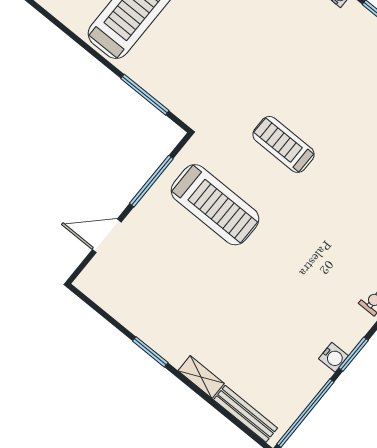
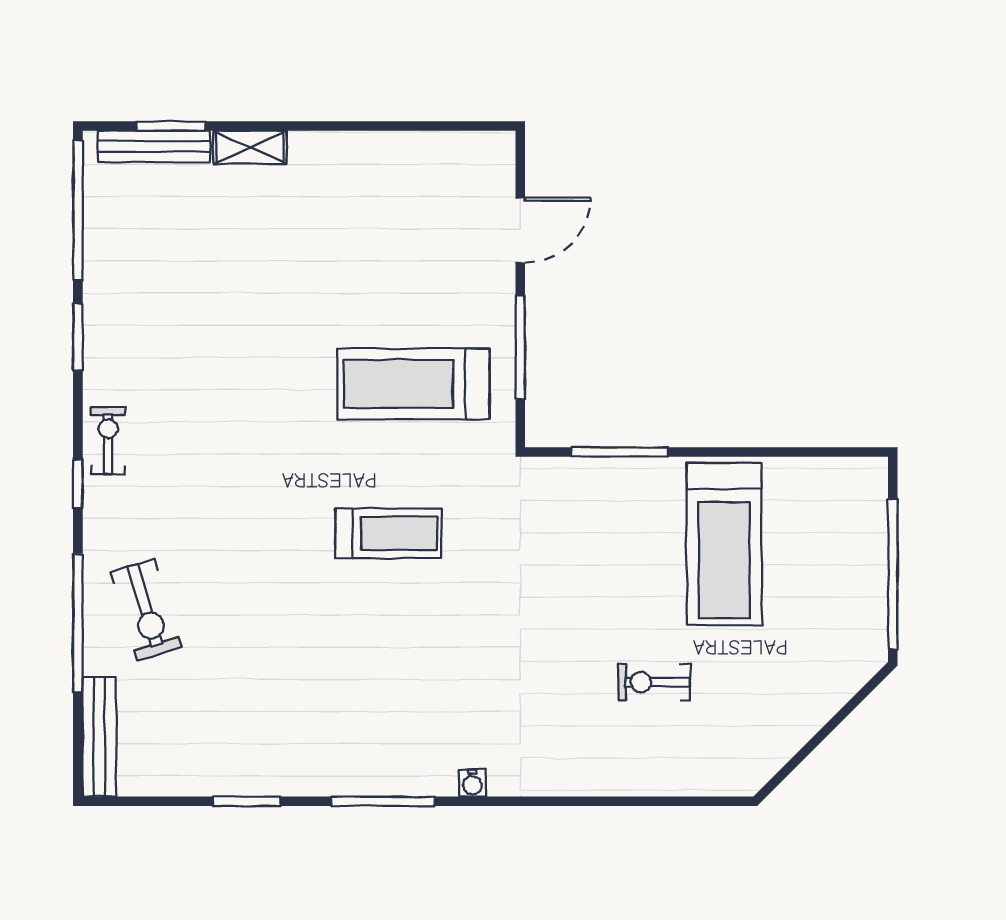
window: (150, 352) -> (171, 126), moved
water cooler: (334, 357) -> (100, 312), removed

